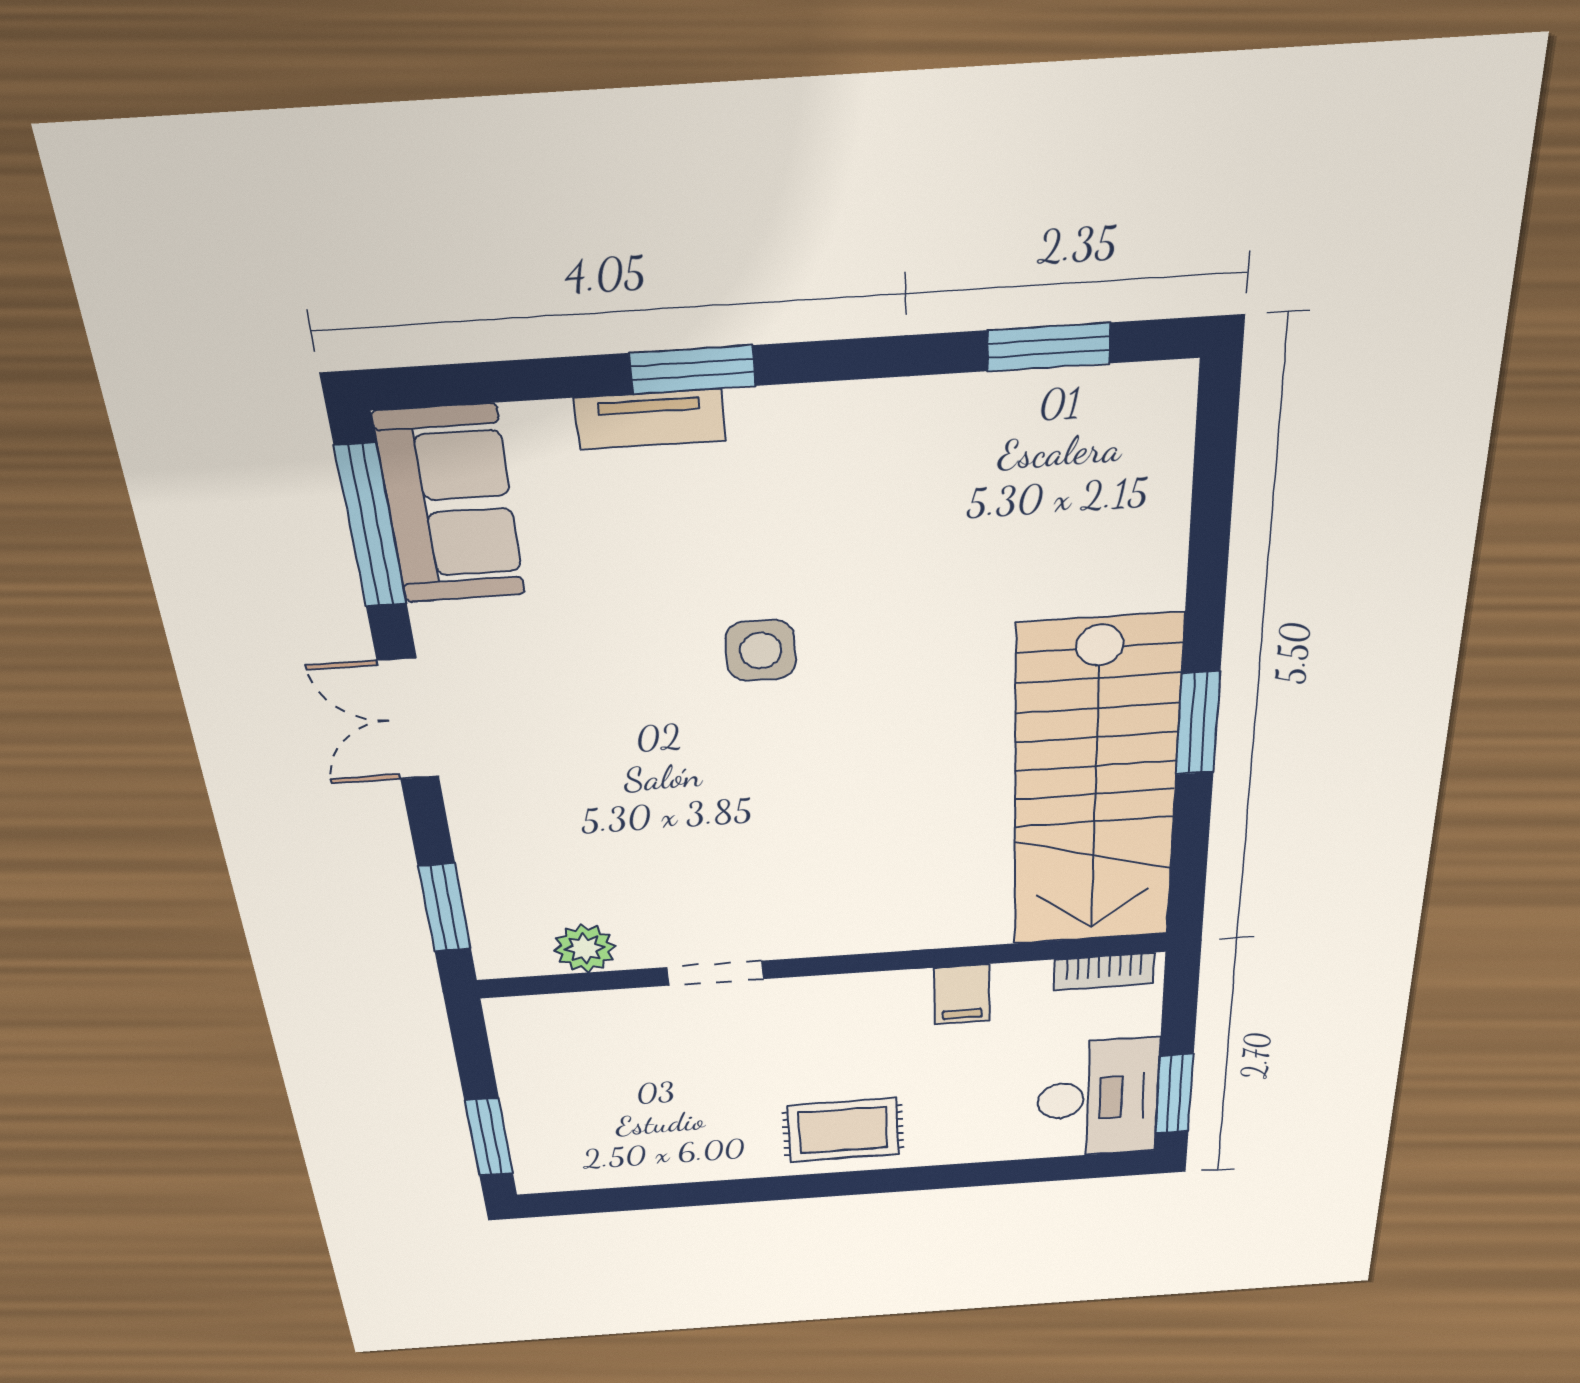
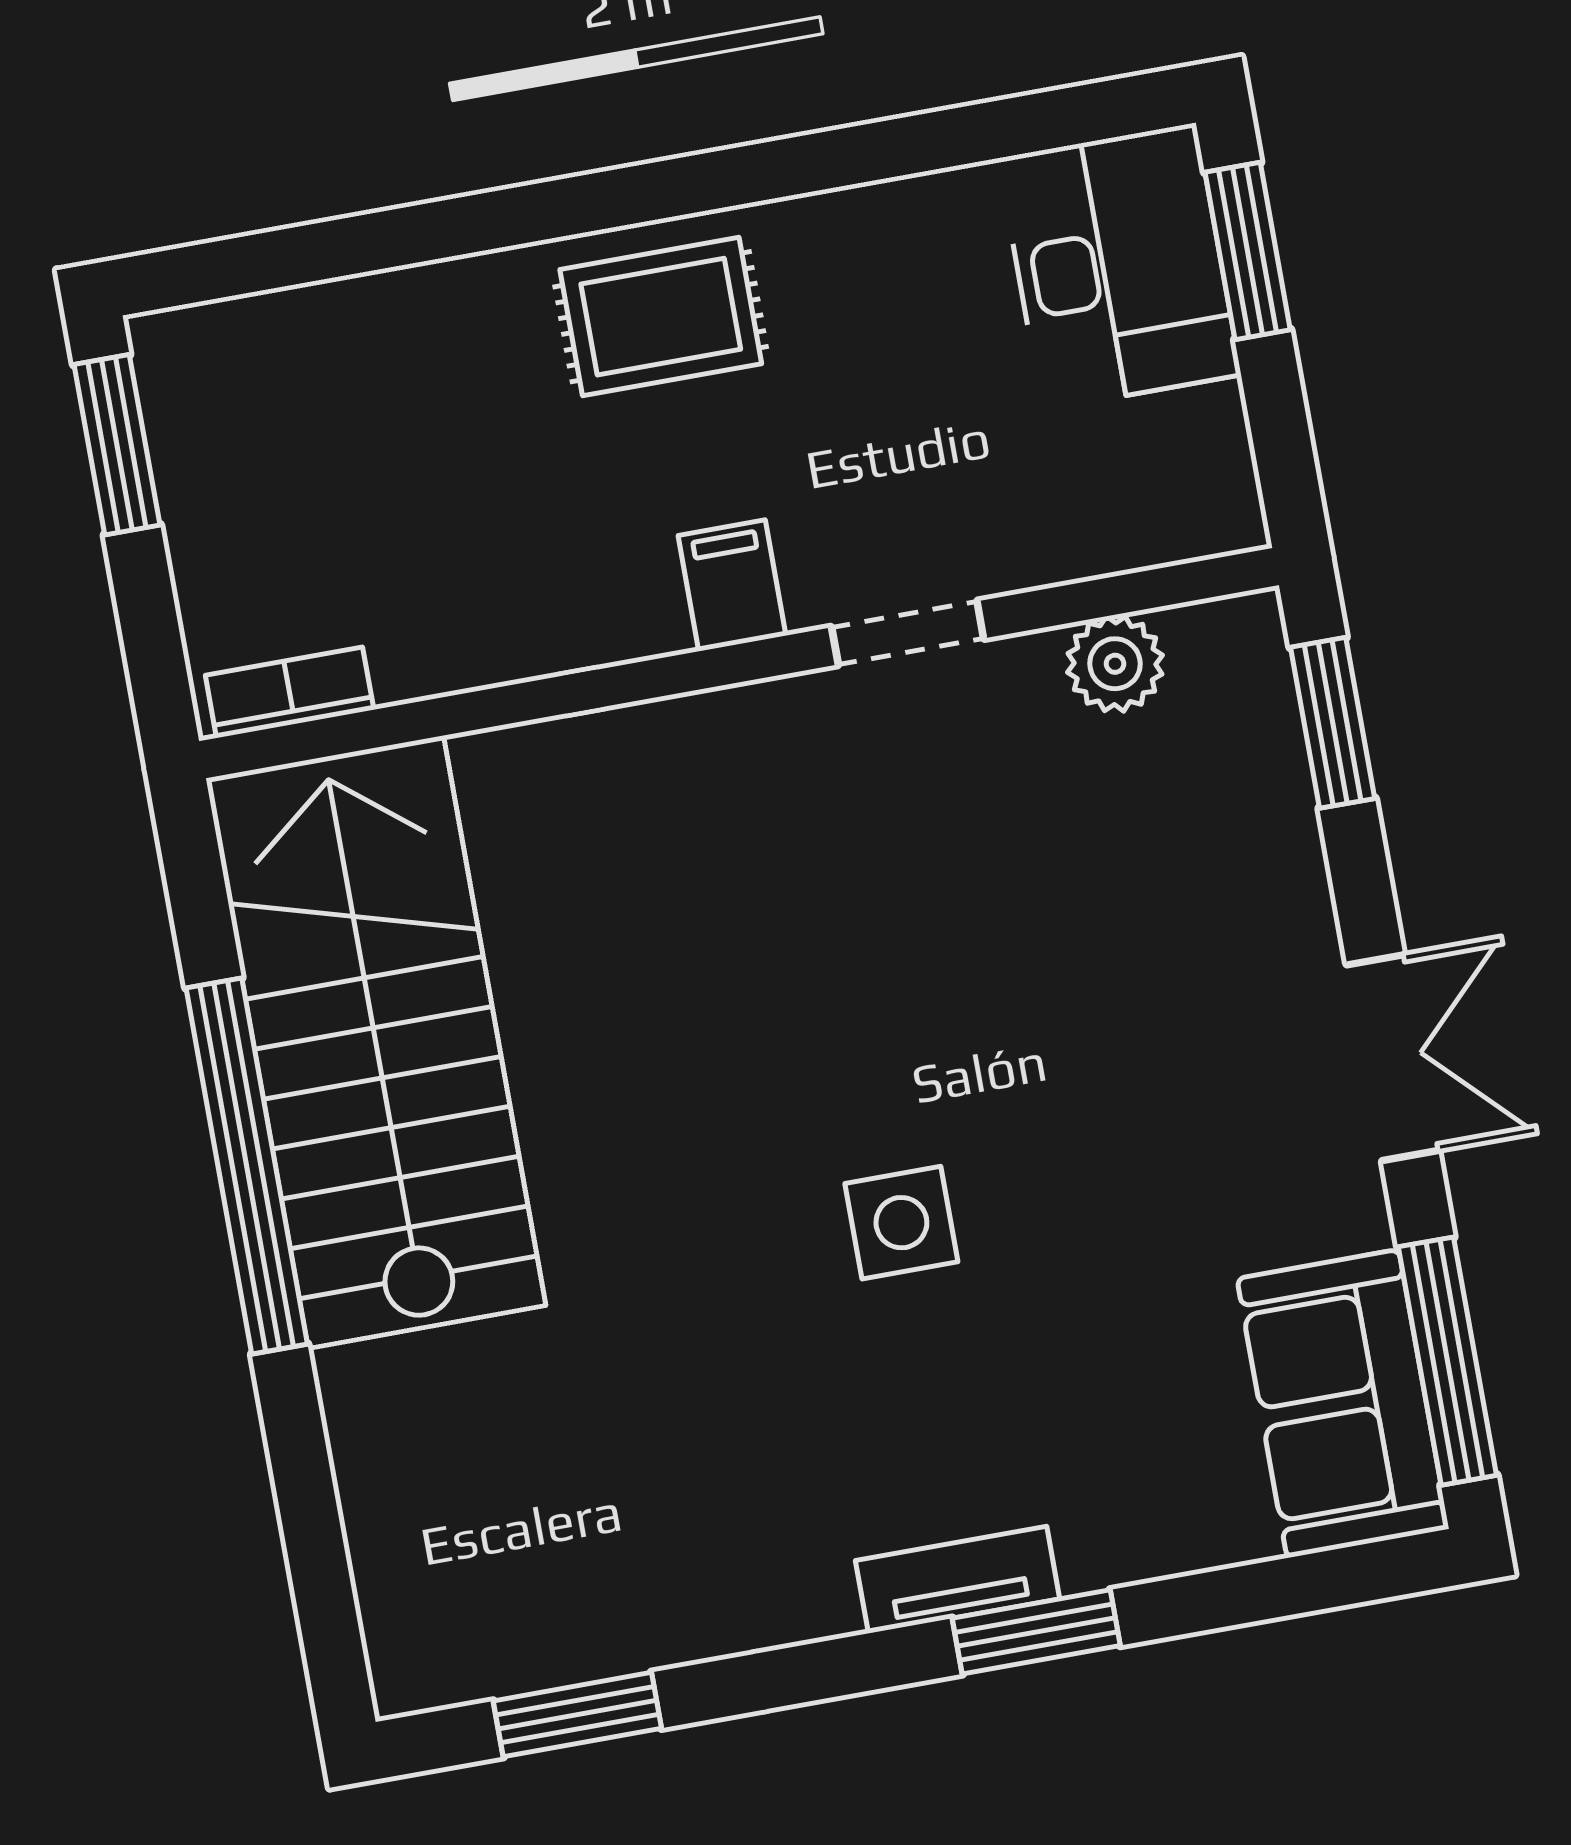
tv unit: (650, 419) -> (958, 1580), moved
window: (1198, 723) -> (247, 1166), width x2.11
filing cabinet: (962, 994) -> (732, 585), moved
desk: (1098, 1098) -> (1119, 267), moved, turned 180

